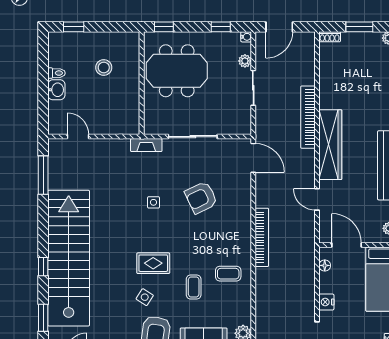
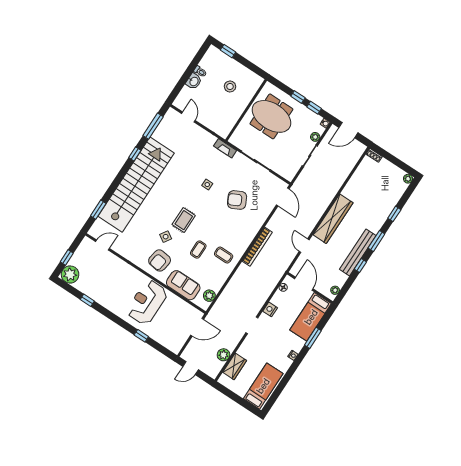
window: (164, 27) -> (298, 97), moved
window: (359, 27) -> (395, 161), removed
bookcase: (308, 117) -> (331, 194), removed
rug: (153, 263) -> (184, 220), turned 90
window: (43, 267) -> (135, 154), moved

